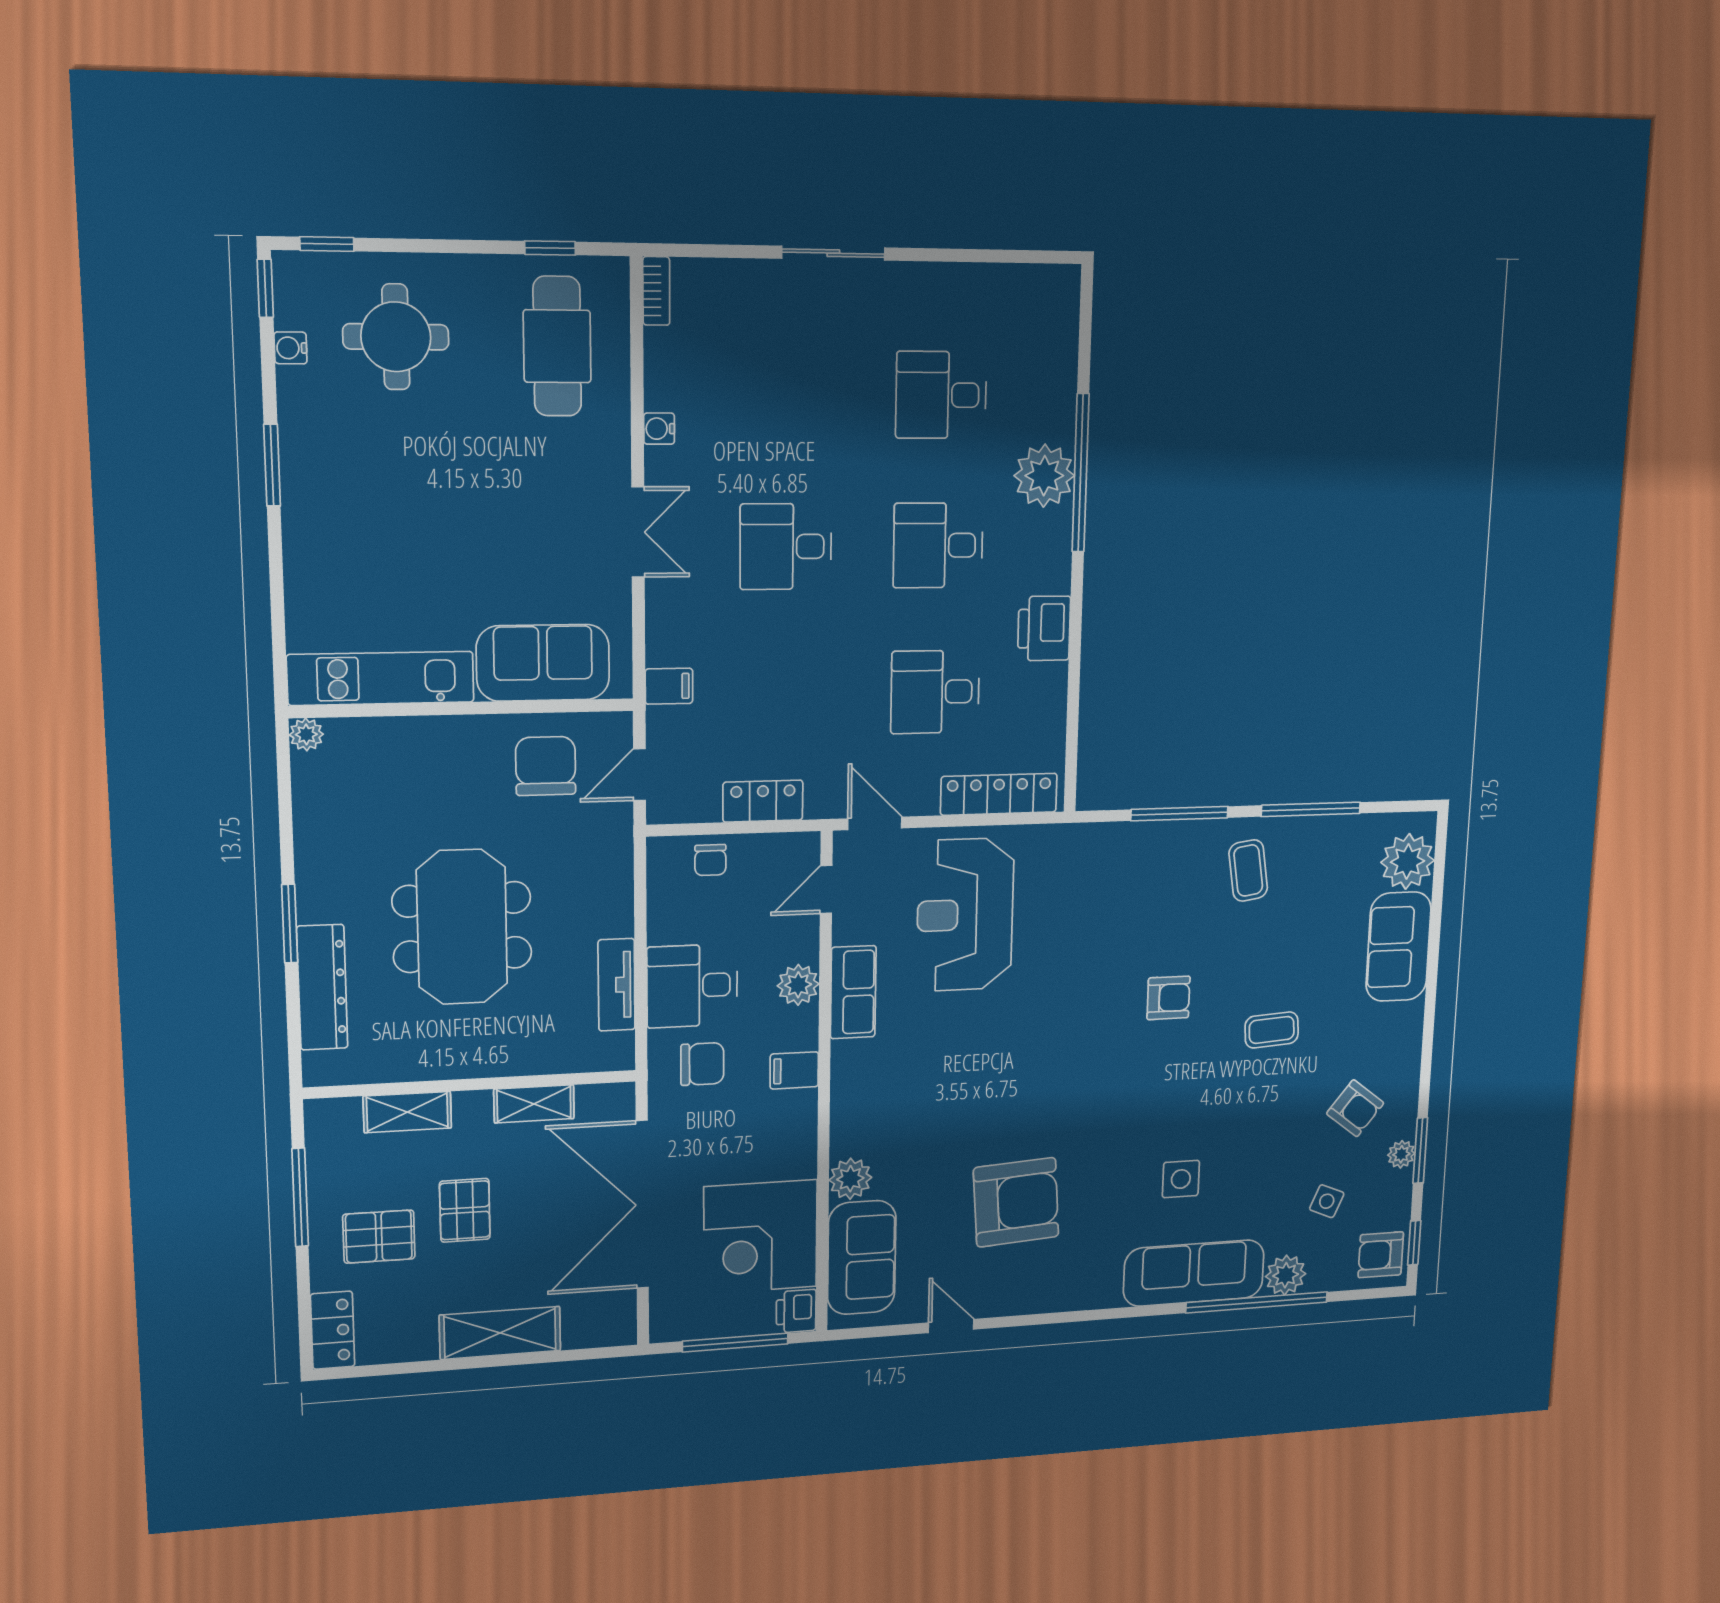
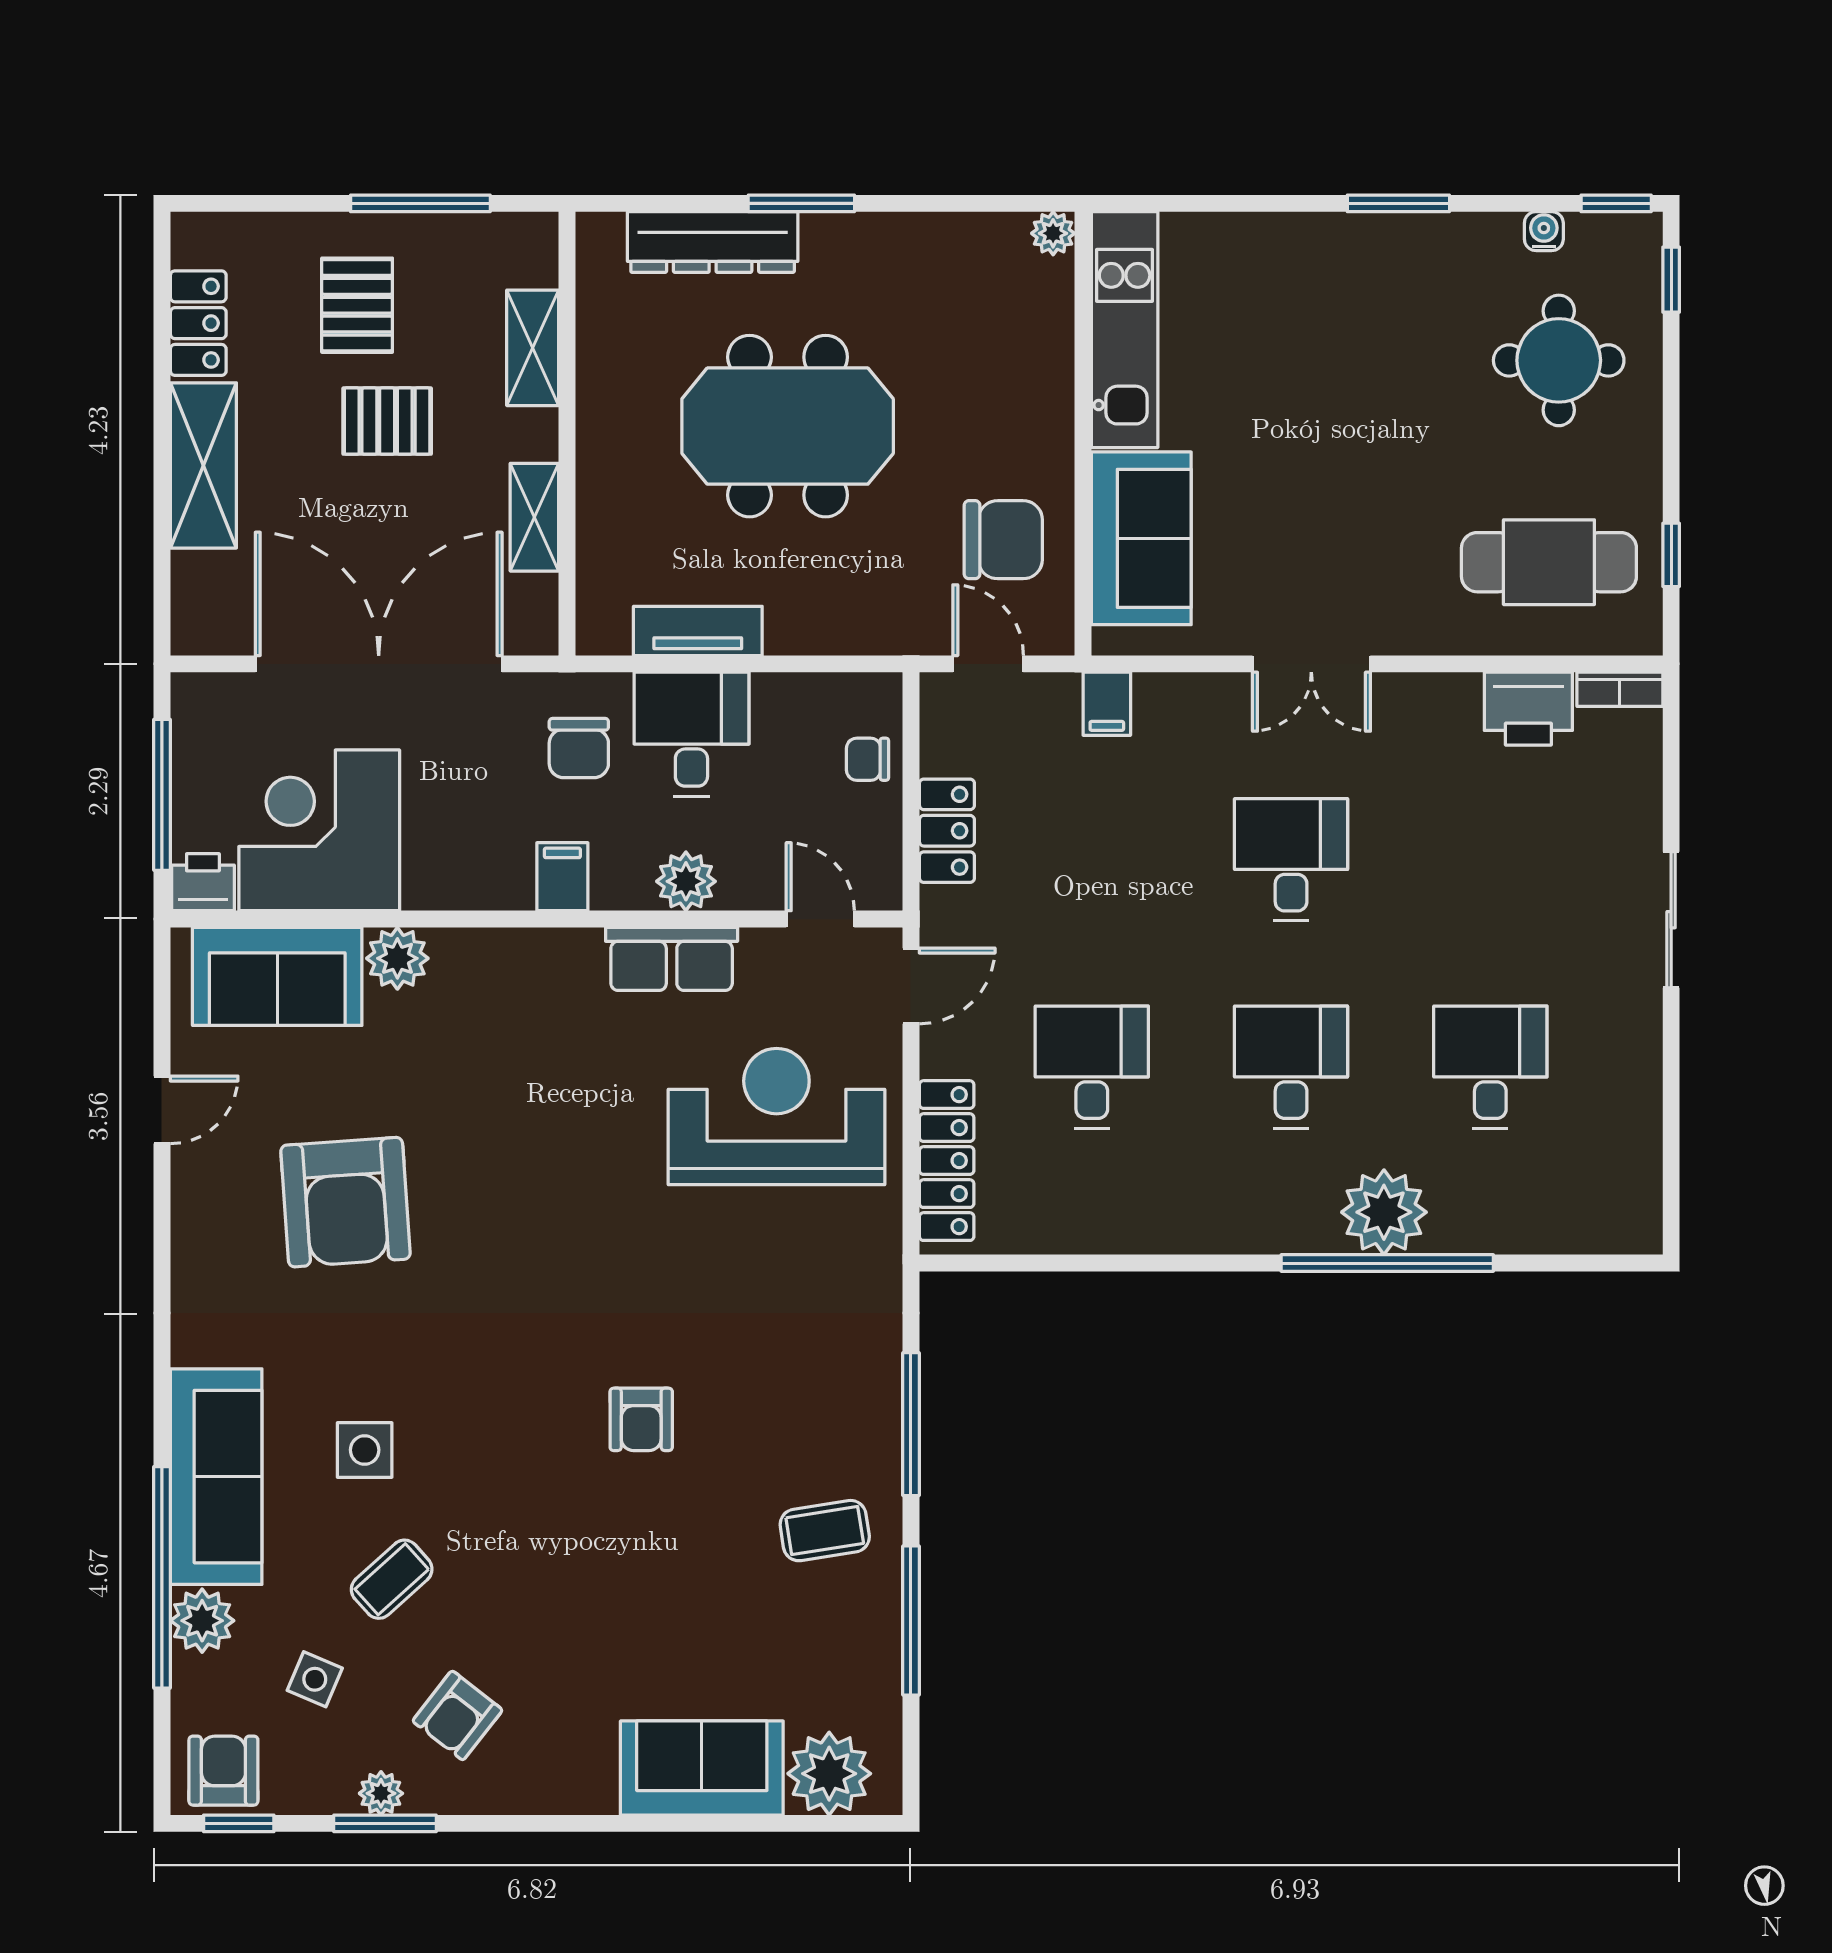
water cooler: (659, 429) -> (1445, 692), removed
printer: (1044, 628) -> (1528, 709), moved, turned 180
coffee table: (1272, 1030) -> (392, 1579), moved, turned 52
locker: (333, 1330) -> (198, 323), moved, turned -90

